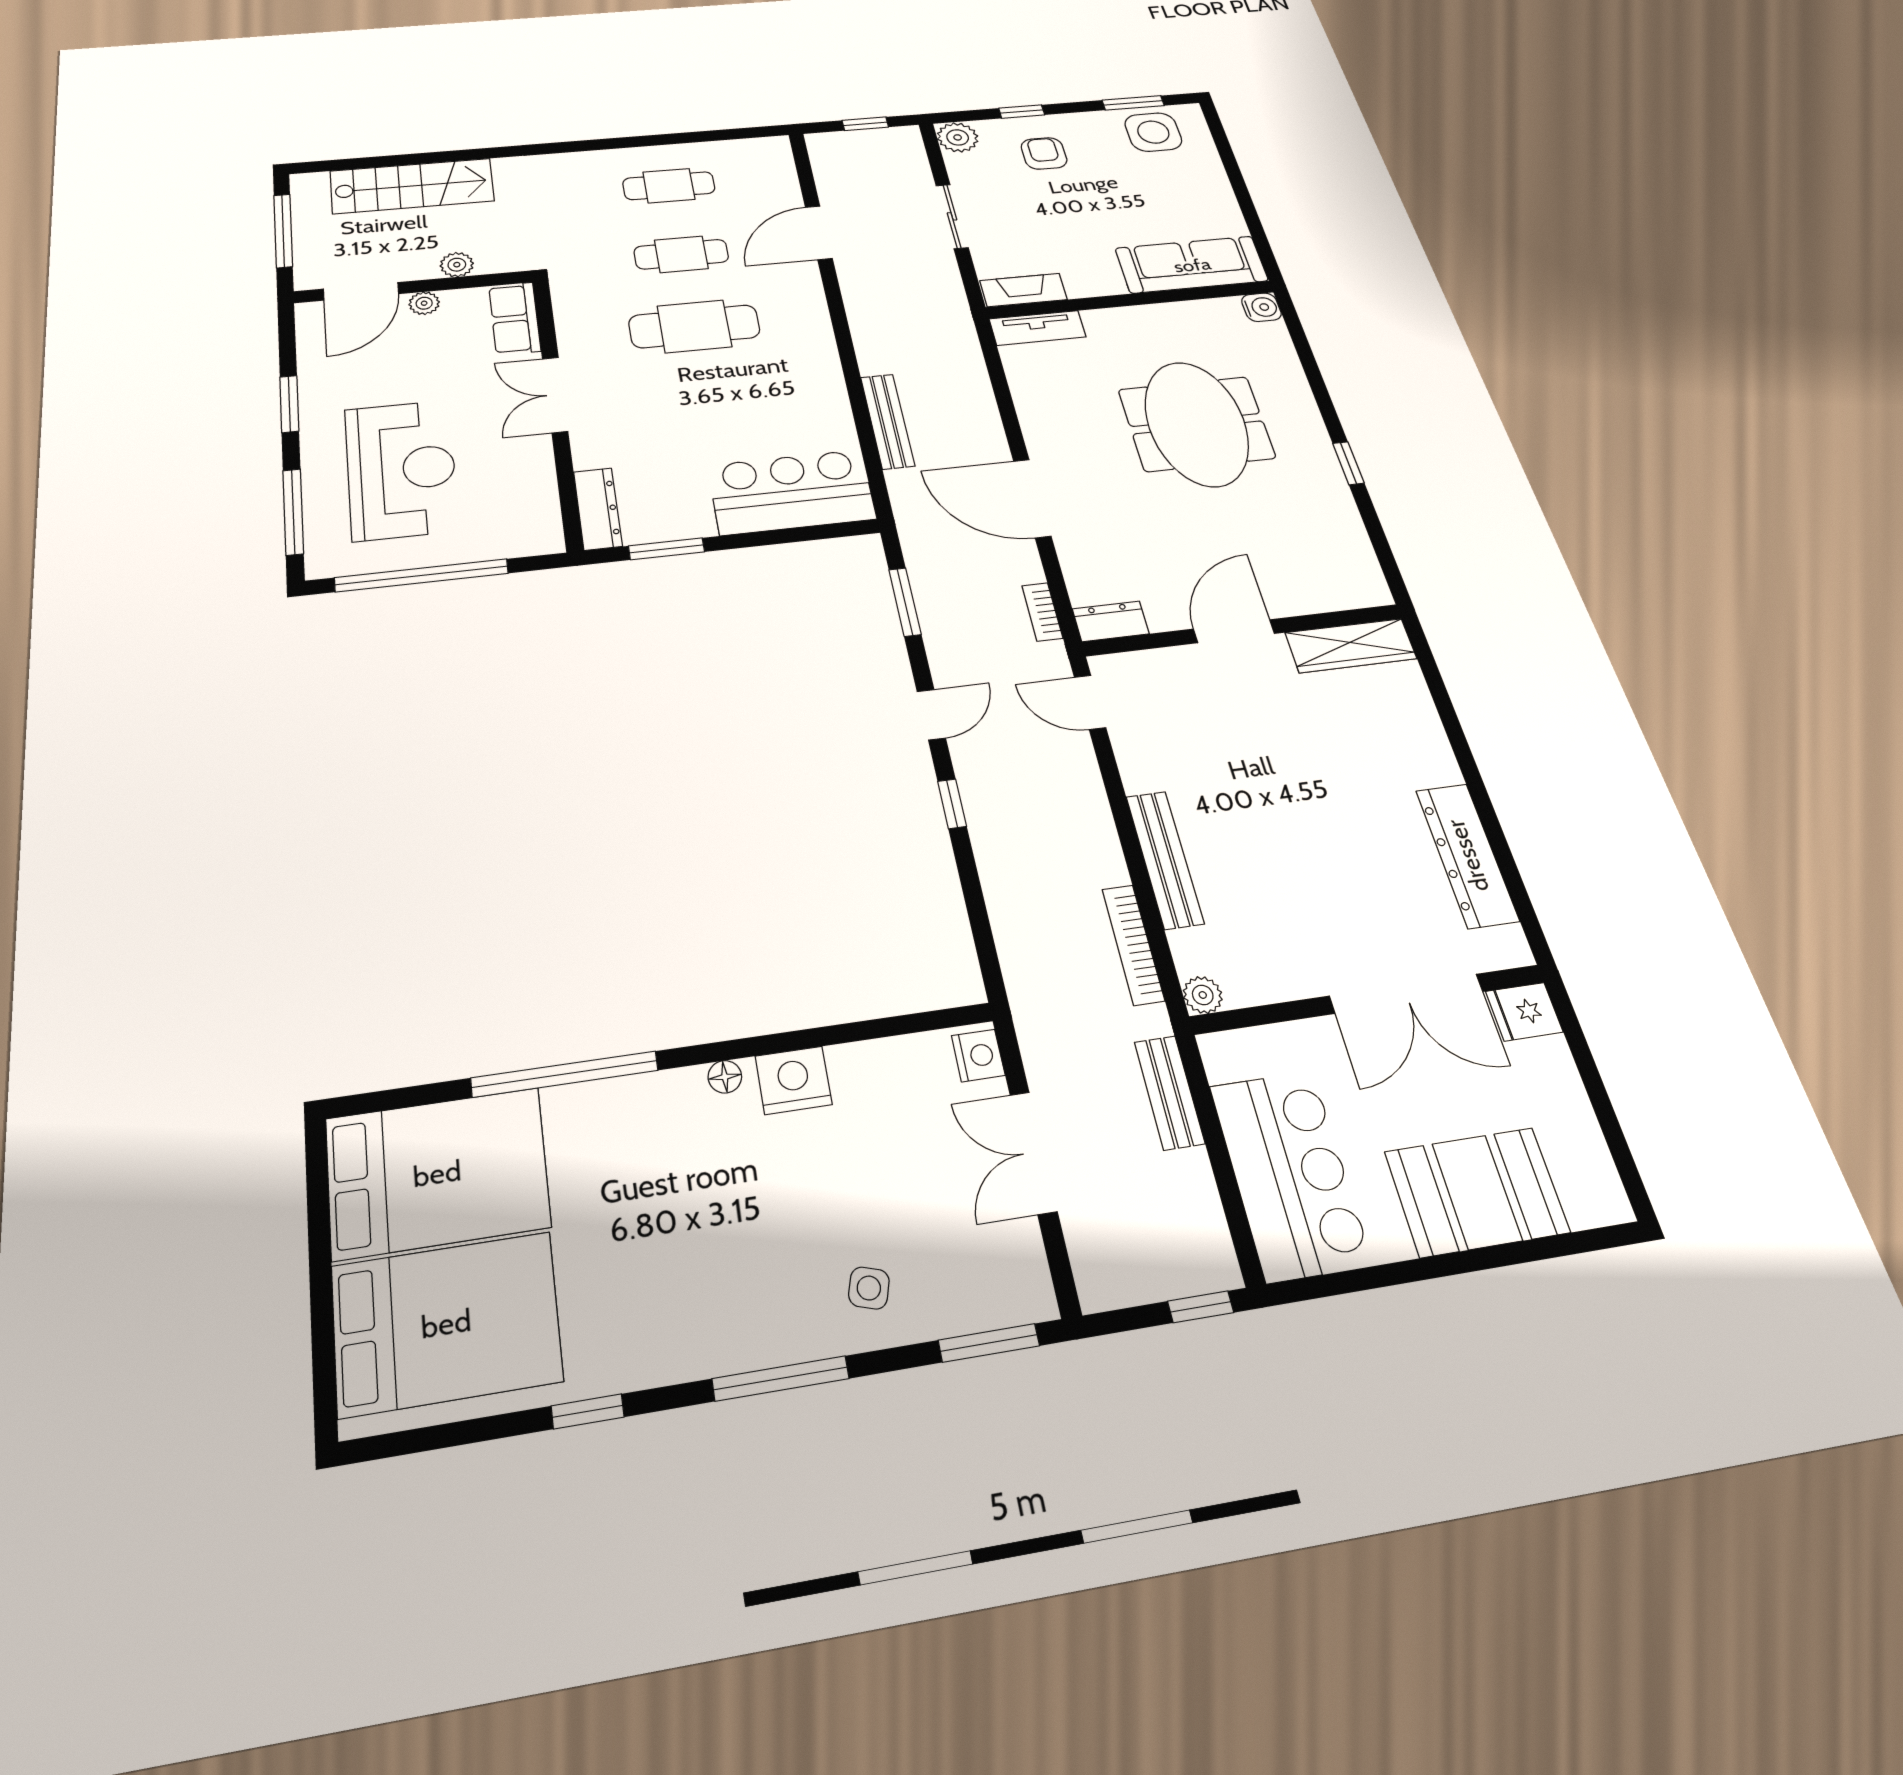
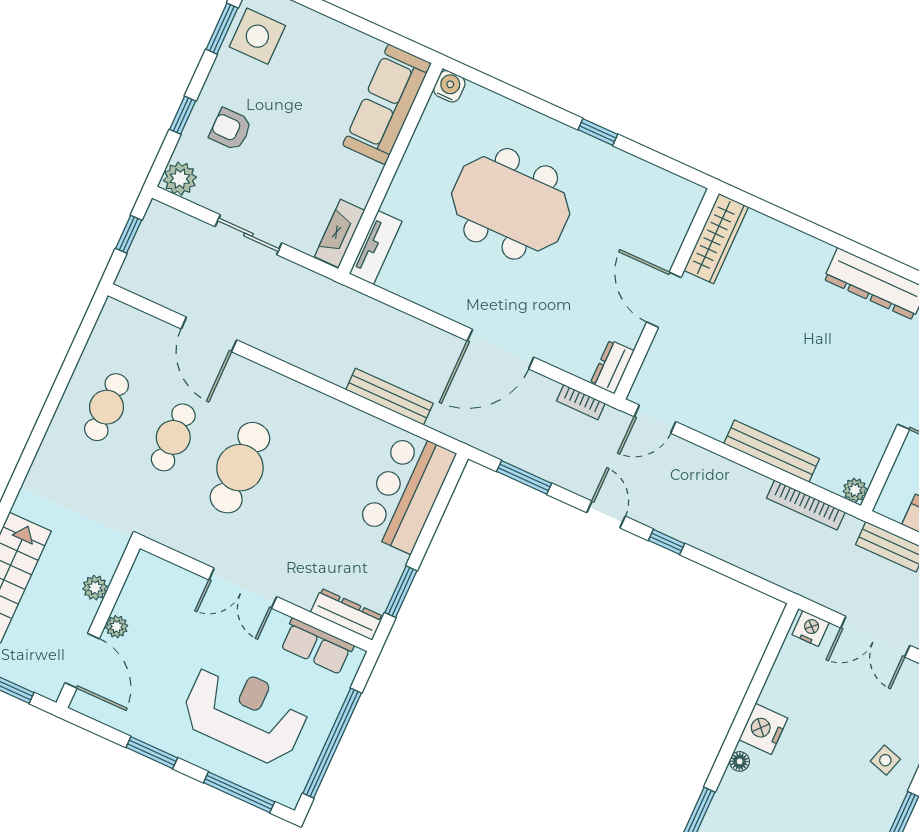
row of seats: (515, 318) -> (317, 646), moved

